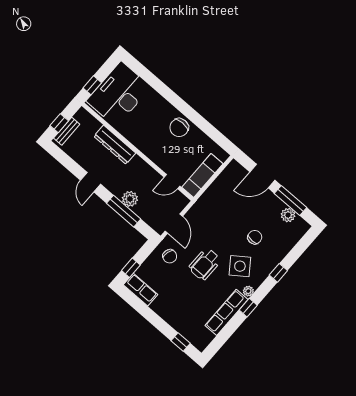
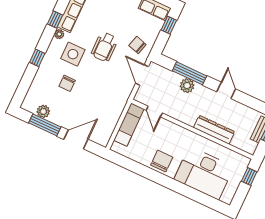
desk: (119, 94) -> (204, 173), moved, turned 90
door: (172, 182) -> (154, 112), swing flipped
wheelchair: (205, 264) -> (104, 47), turned 180
side table: (240, 266) -> (73, 54), turned 36

